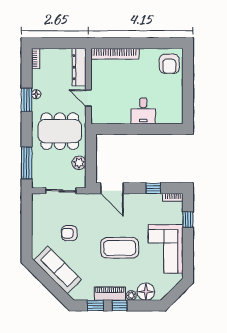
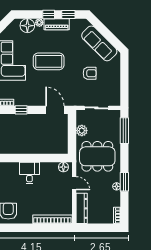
floor lamp: (101, 118) -> (63, 167), added

